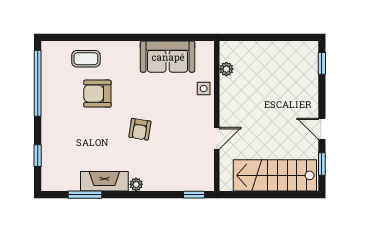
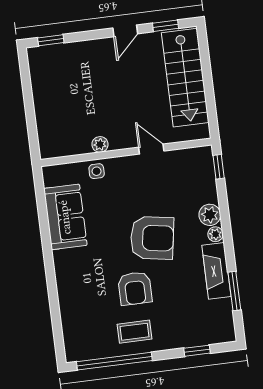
coffee table: (86, 59) -> (134, 332), moved, turned 90
plant: (226, 69) -> (100, 144), moved
armchair: (97, 94) -> (135, 288), moved
armchair: (140, 129) -> (152, 238), width x1.88, depth x1.88
plant: (154, 182) -> (210, 215), added

